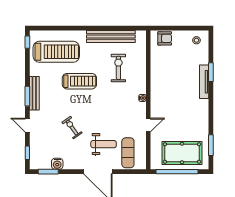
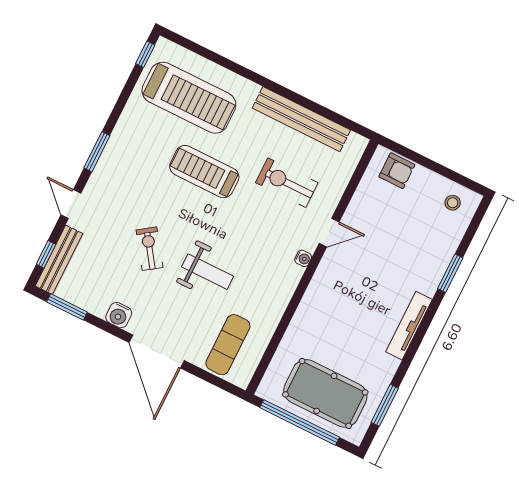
exercise bike: (118, 68) -> (287, 183), turned -90
treadmill: (79, 81) -> (204, 172), turned 180
tv unit: (204, 82) -> (409, 326), moved
bench: (34, 93) -> (59, 260), moved
door: (148, 125) -> (329, 233), moved
weight bench: (104, 144) -> (208, 272), moved
water cooler: (57, 164) -> (119, 315), moved

